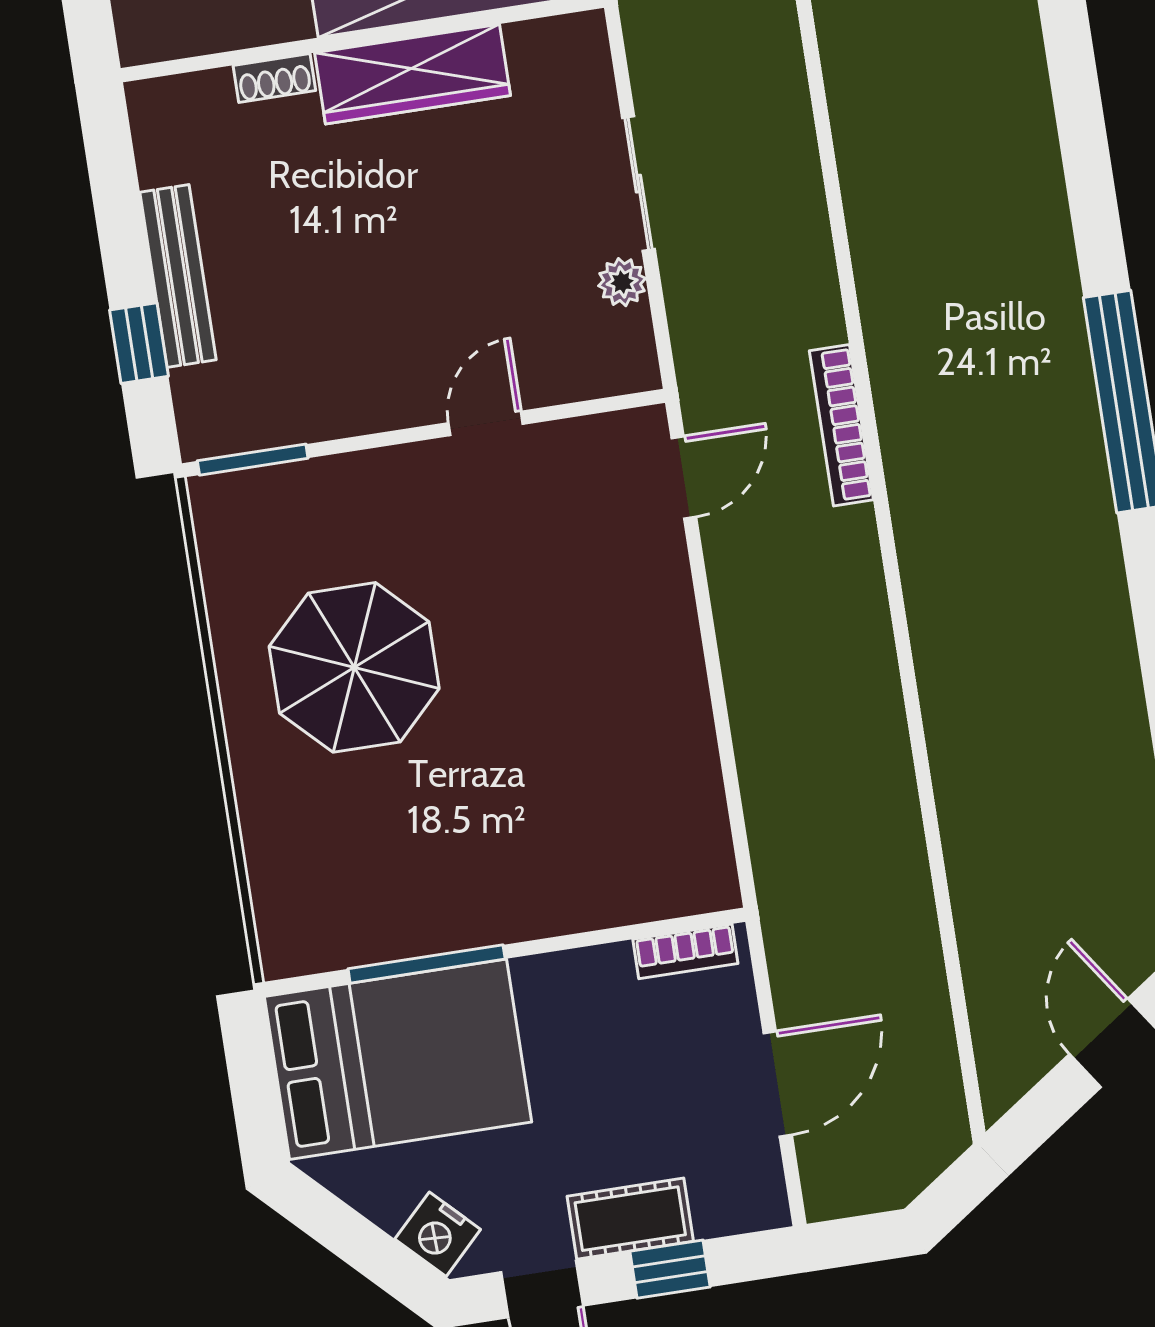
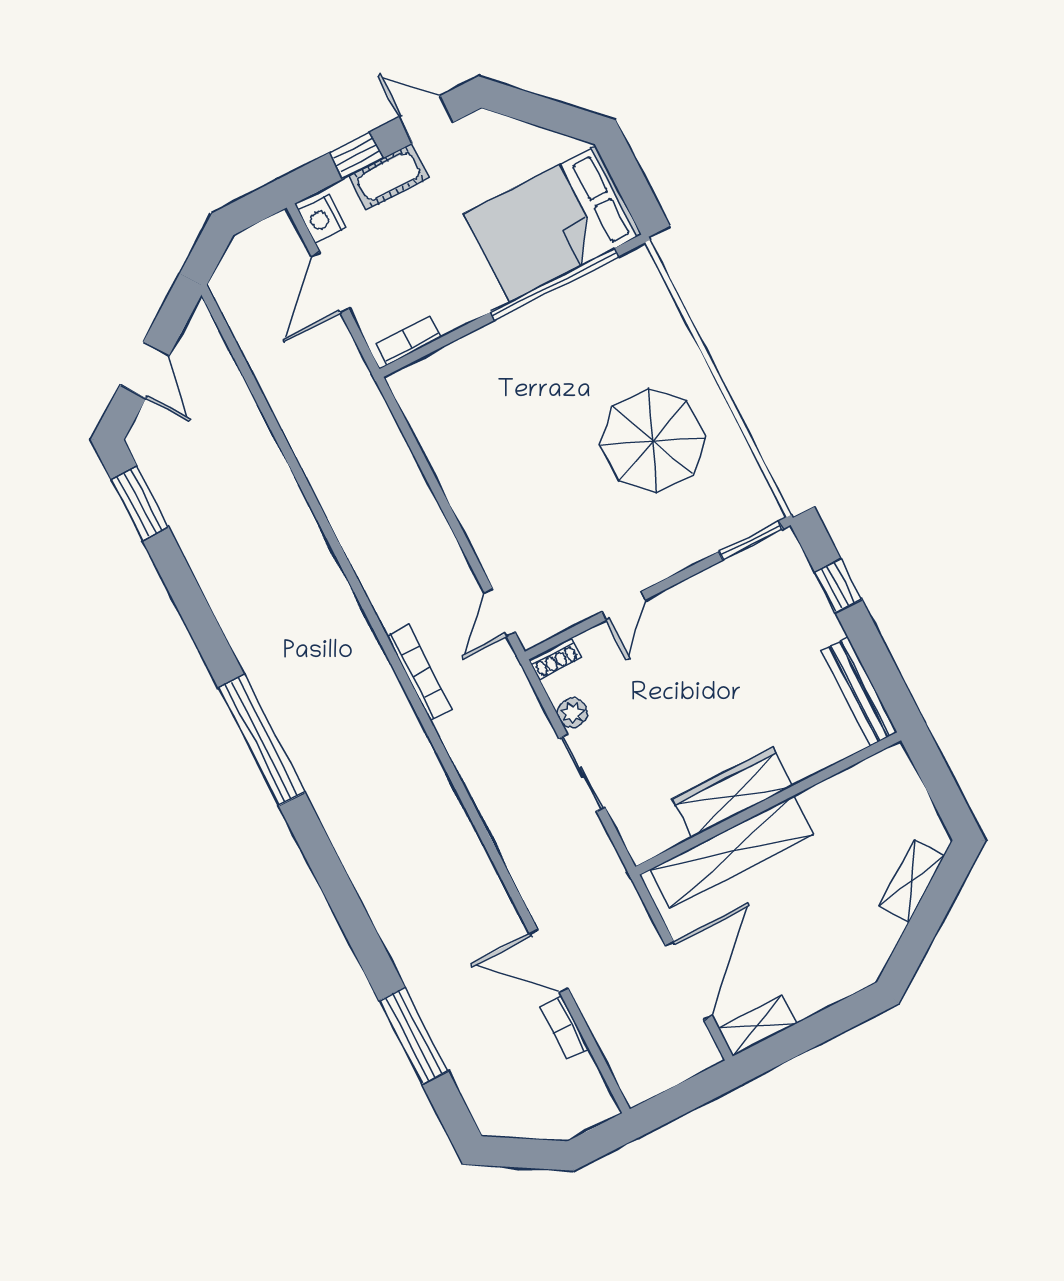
shoe rack: (274, 78) -> (555, 659), moved, turned 180
bench: (178, 276) -> (859, 691), moved
window: (427, 964) -> (555, 284), width x1.46
nightstand: (438, 1234) -> (322, 219), moved, turned -135

